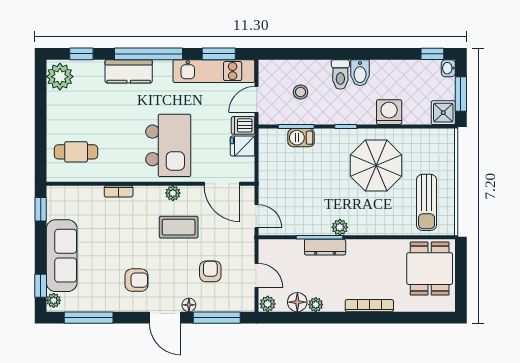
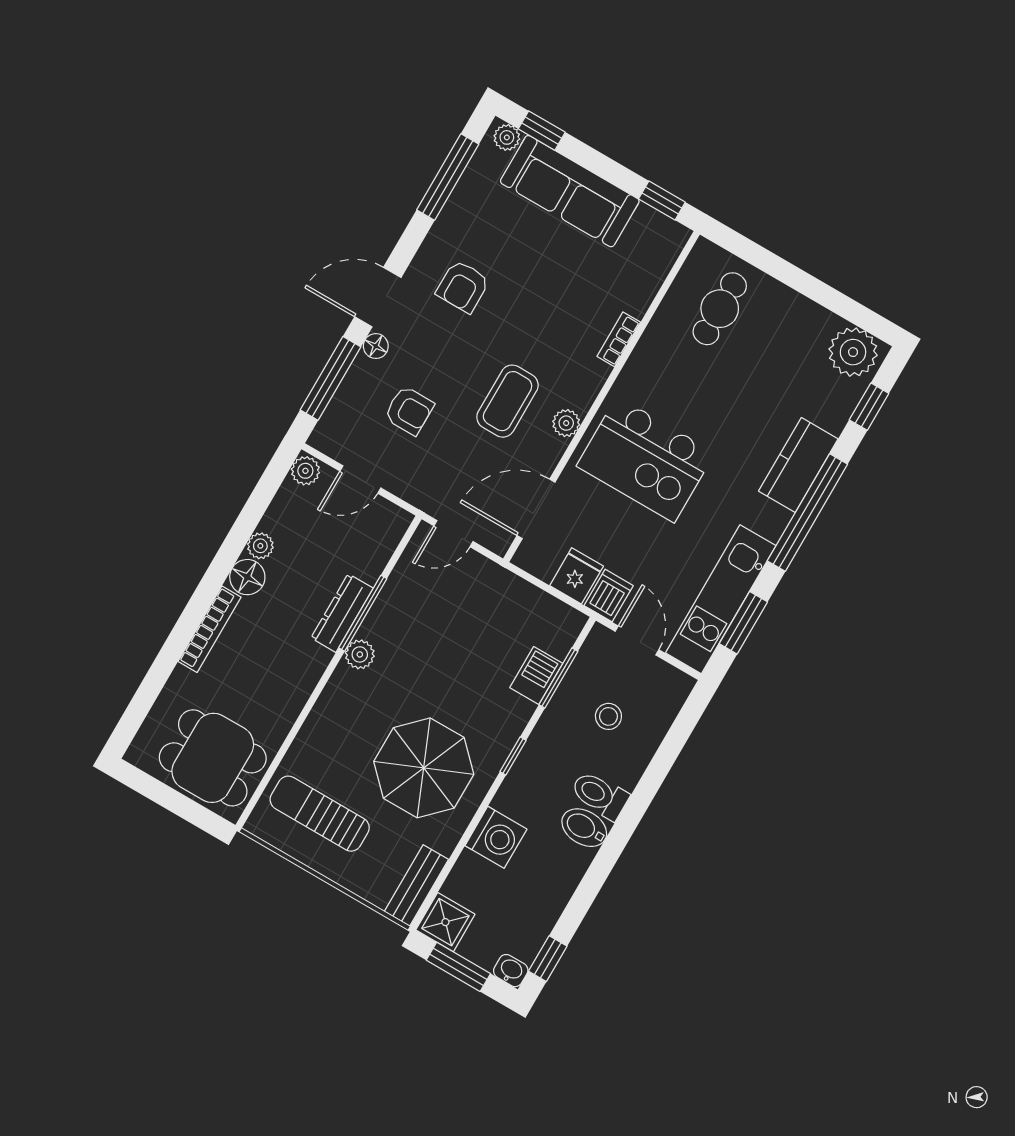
bench: (434, 137) -> (416, 885), added
floor lamp: (297, 302) -> (247, 577), moved

